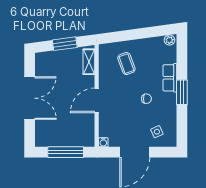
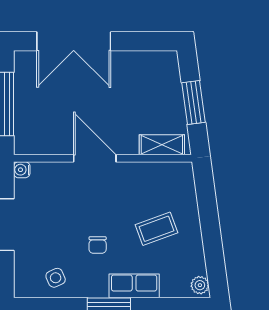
coffee table: (126, 64) -> (156, 229), moved
double door: (30, 98) -> (74, 41), moved
side table: (157, 132) -> (56, 278), moved

